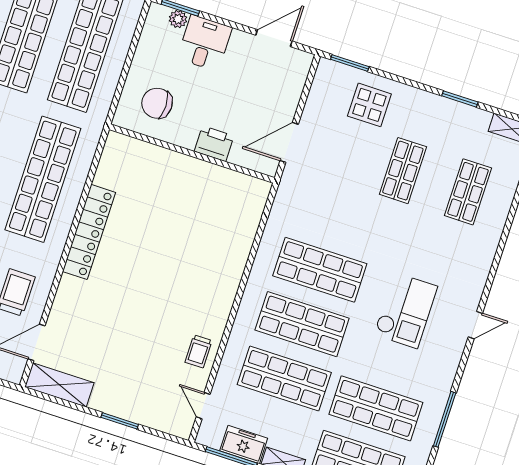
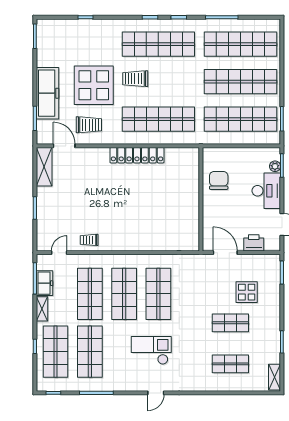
desk: (204, 43) -> (266, 191), width x1.37
chair: (157, 103) -> (219, 180), moved
display table: (369, 105) -> (247, 292), moved
printer: (214, 144) -> (254, 243), moved, turned -90
checkout: (406, 310) -> (151, 350), turned 180
door: (475, 325) -> (156, 393), hinge flipped

